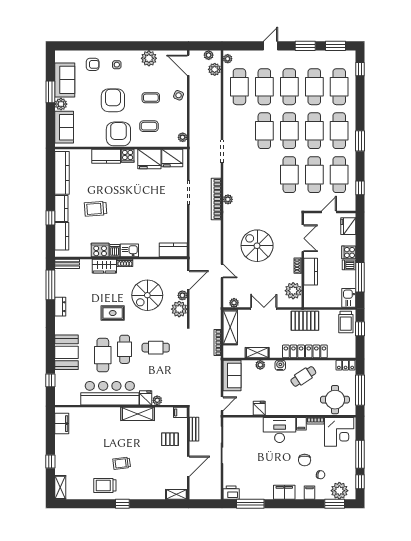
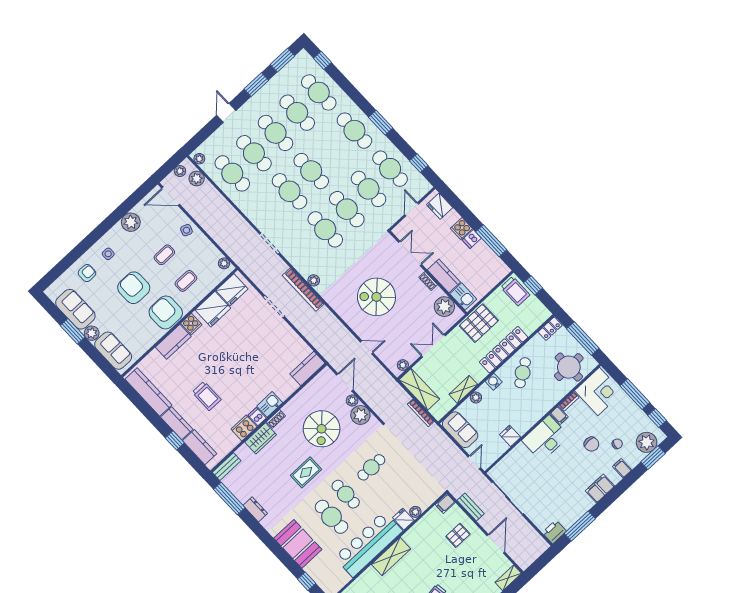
cafe table: (314, 131) -> (325, 229), moved
trolley: (95, 209) -> (207, 396), turned -86
kitchen sink: (349, 298) -> (463, 296), moved, turned 180
shelving: (138, 414) -> (391, 557), moved

